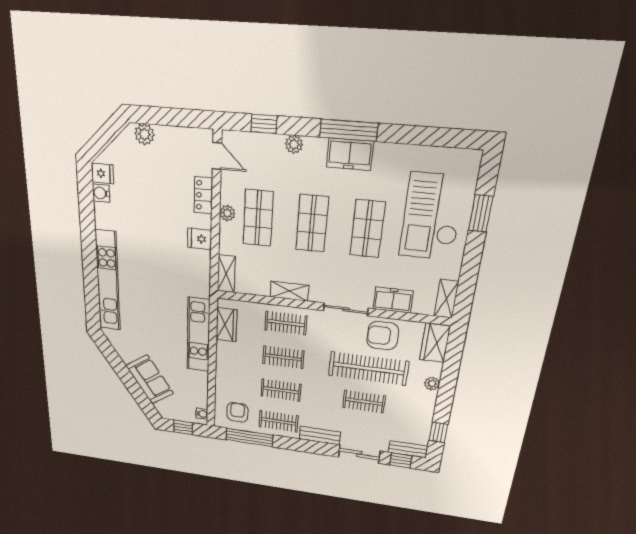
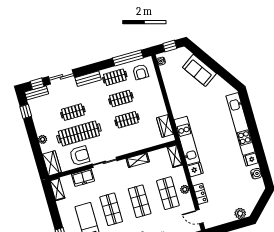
fridge: (102, 174) -> (251, 160), moved
clothes rail: (286, 323) -> (133, 141), removed
kitchen unit: (198, 335) -> (187, 141), moved

